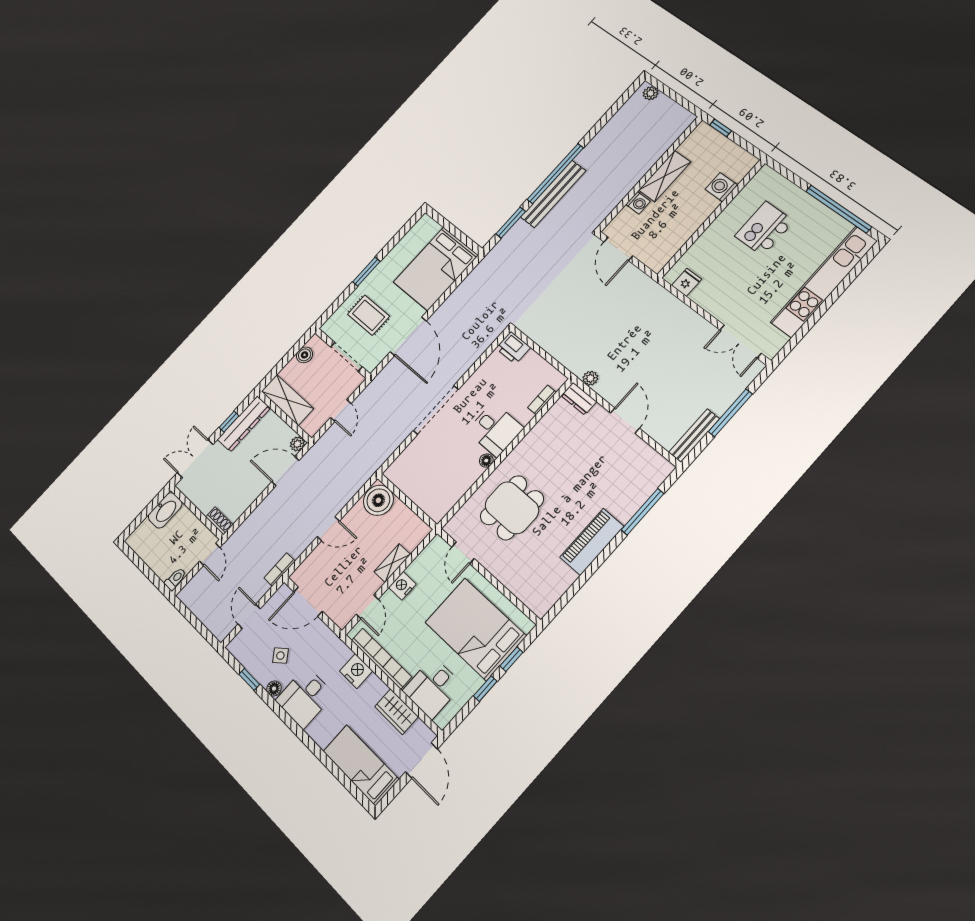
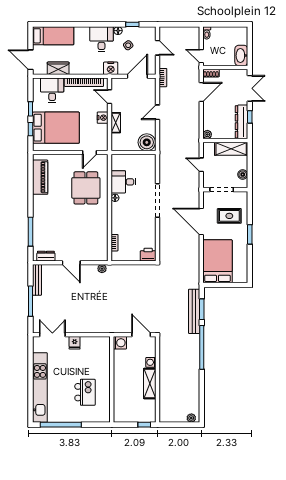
washing machine: (721, 187) -> (120, 343), moved
bench: (553, 194) -> (194, 311), moved
fridge: (687, 282) -> (75, 343), moved
dresser: (579, 399) -> (46, 256), moved
desk: (495, 429) -> (123, 182), moved
door: (285, 471) -> (201, 92), moved
piano: (592, 542) -> (40, 177), moved
door: (463, 553) -> (89, 153), swing flipped
nightstand: (356, 671) -> (111, 68), moved

